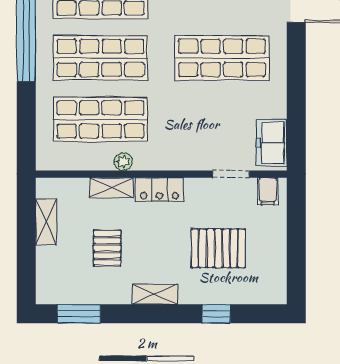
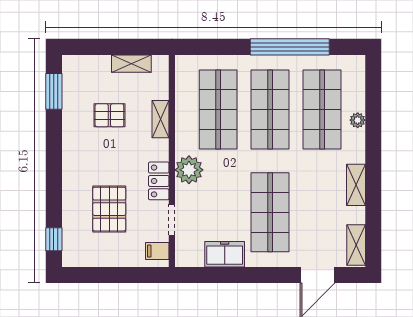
freezer: (272, 143) -> (225, 254), moved
plant: (123, 162) -> (189, 170), moved, width x1.87, depth x1.87
locker: (160, 190) -> (159, 181), moved
shelving: (155, 294) -> (70, 156), removed
window: (216, 314) -> (54, 239), moved

